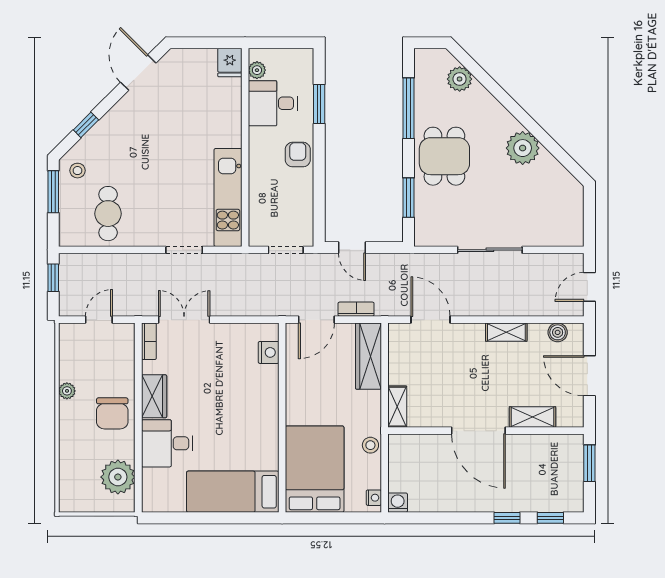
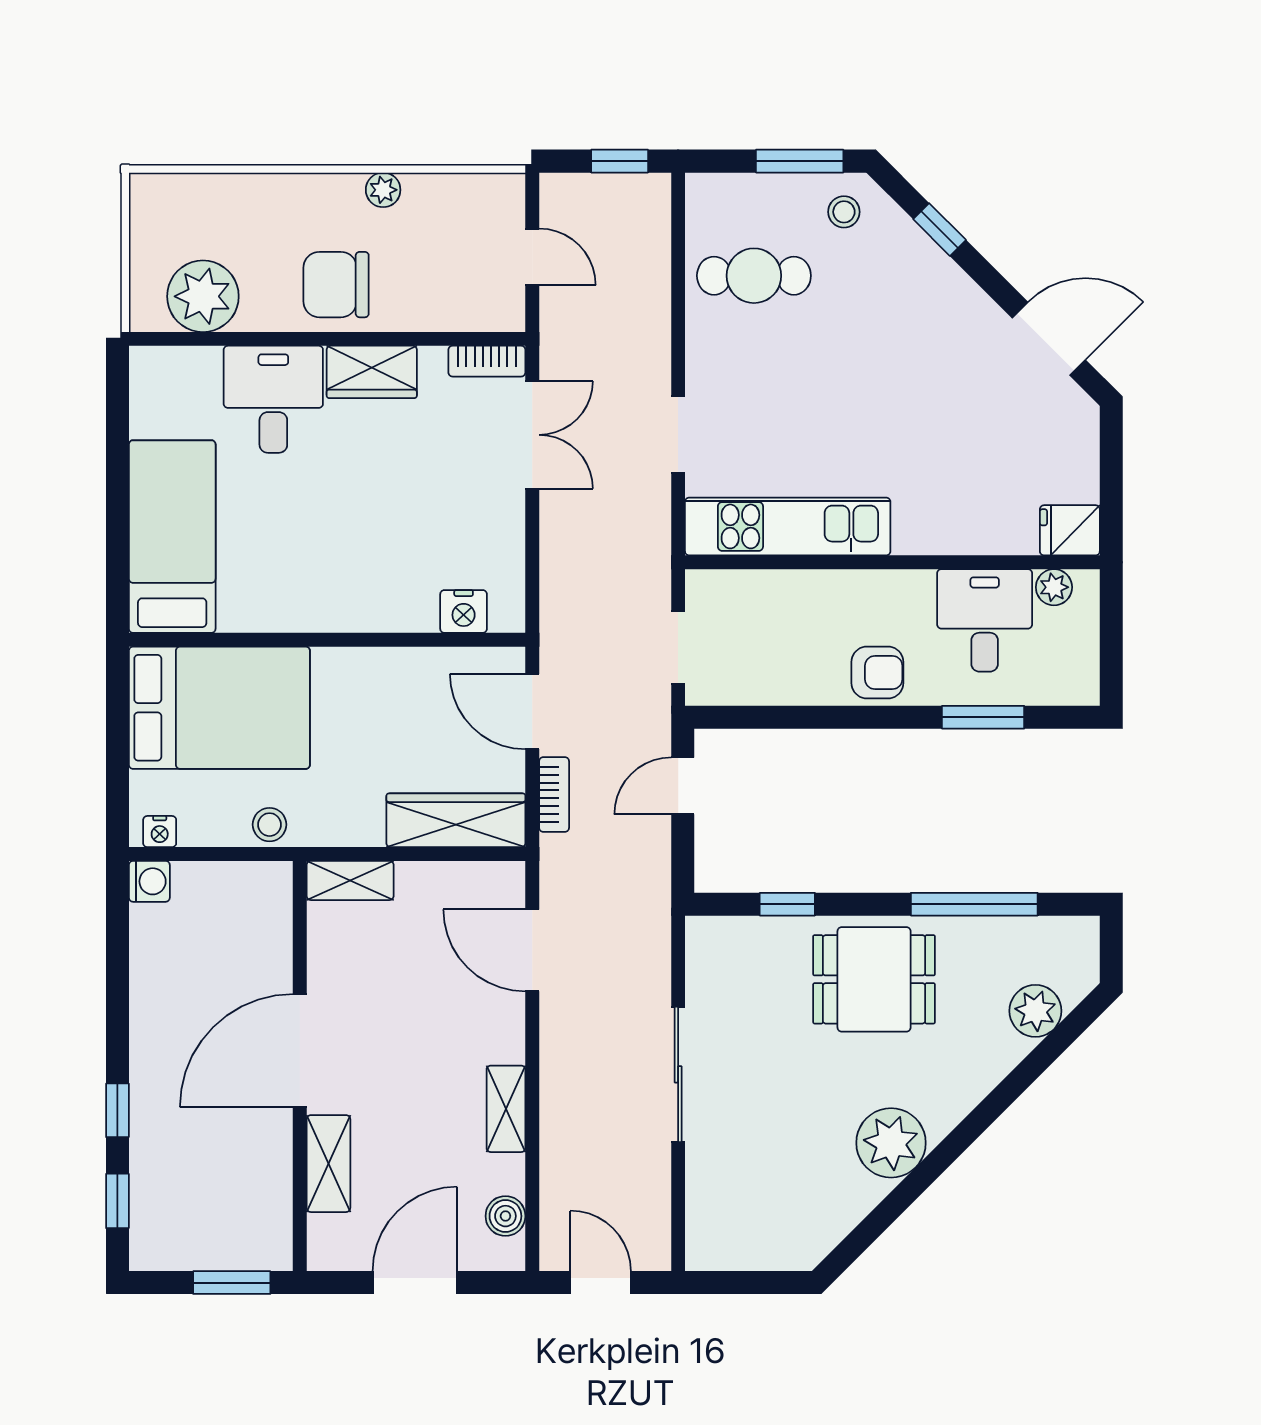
window: (408, 198) -> (787, 904), width x0.67
door: (431, 320) -> (532, 950), swing flipped

